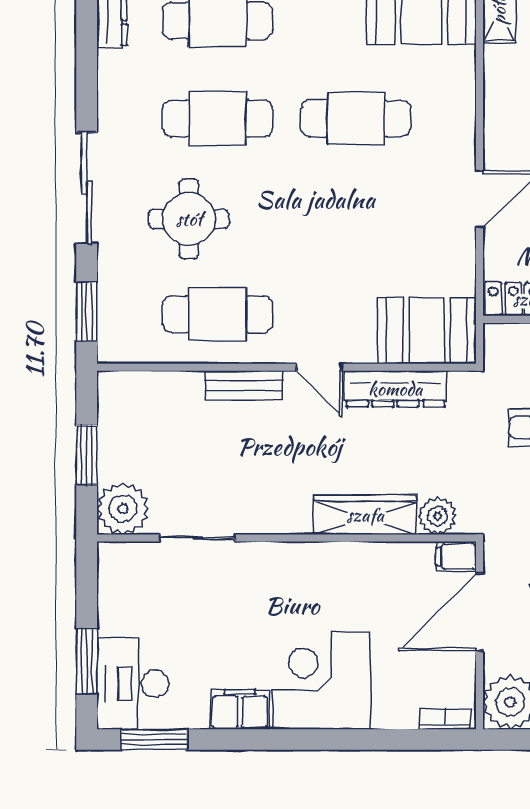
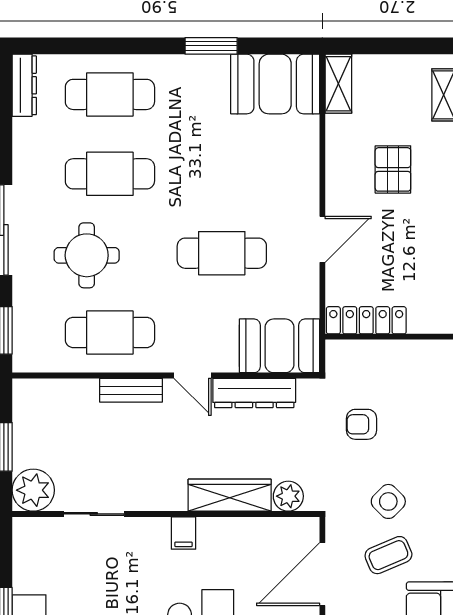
cafe table: (356, 118) -> (222, 253), moved
filing cabinet: (456, 556) -> (183, 533), moved, turned -90

